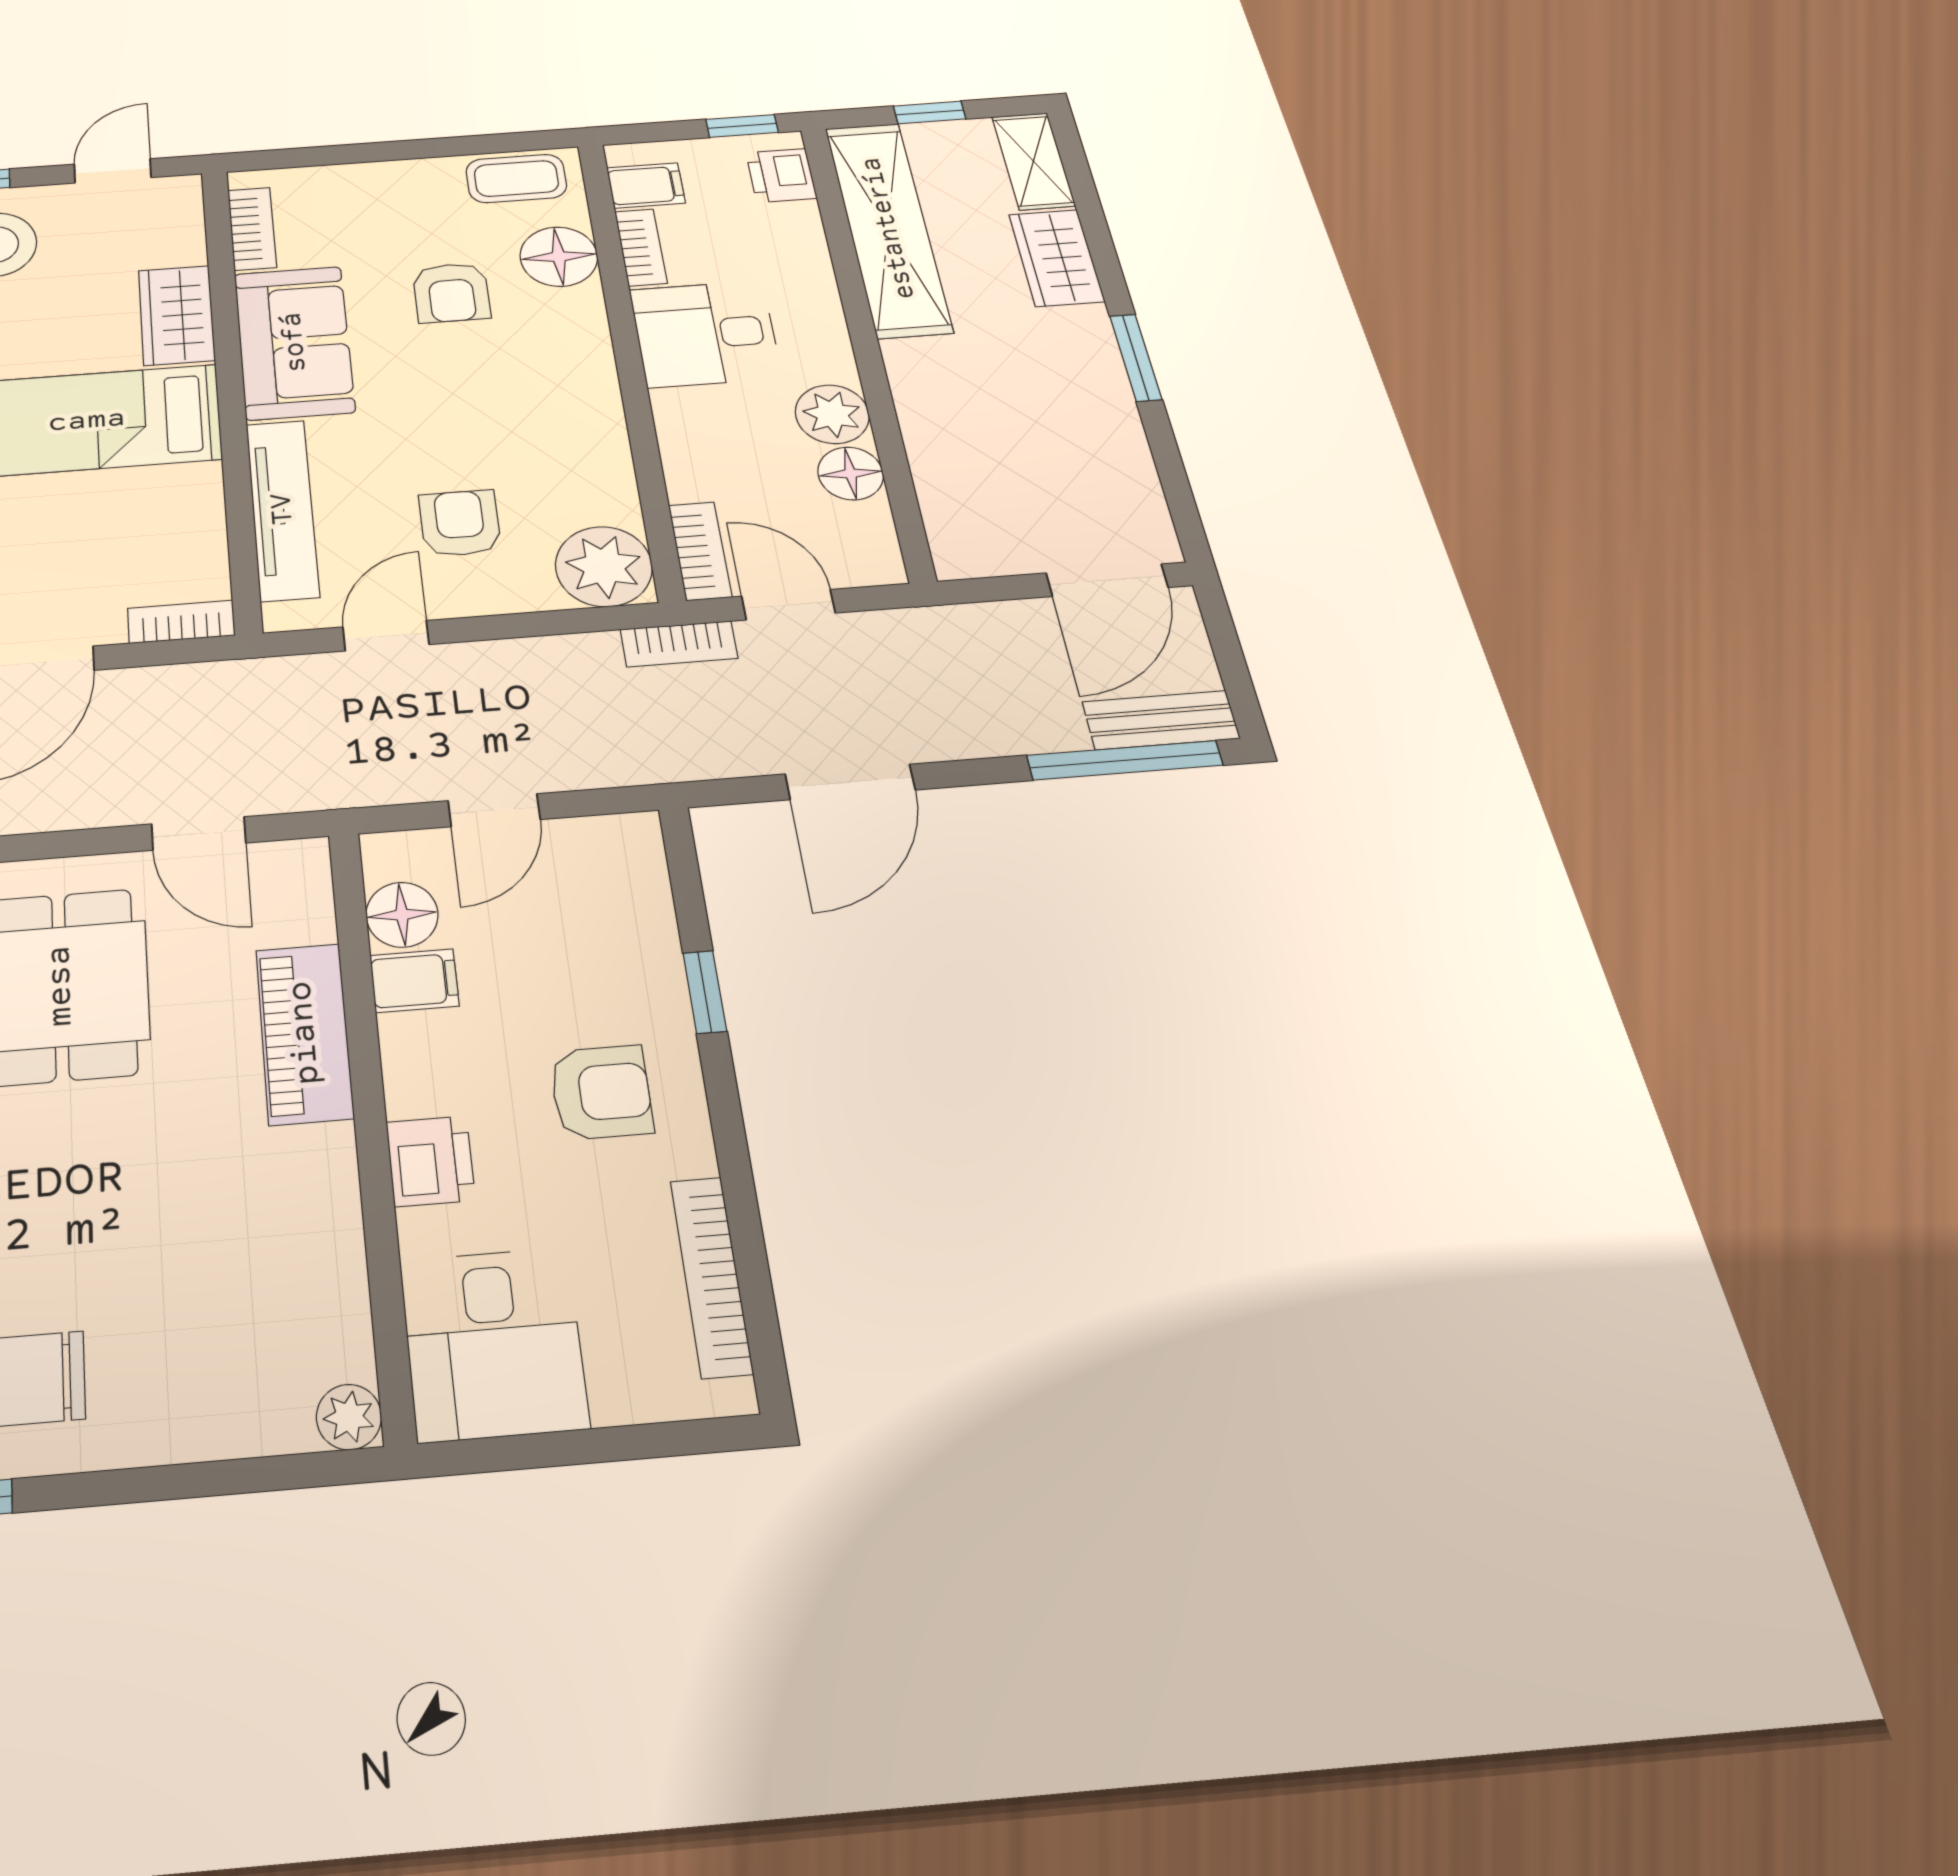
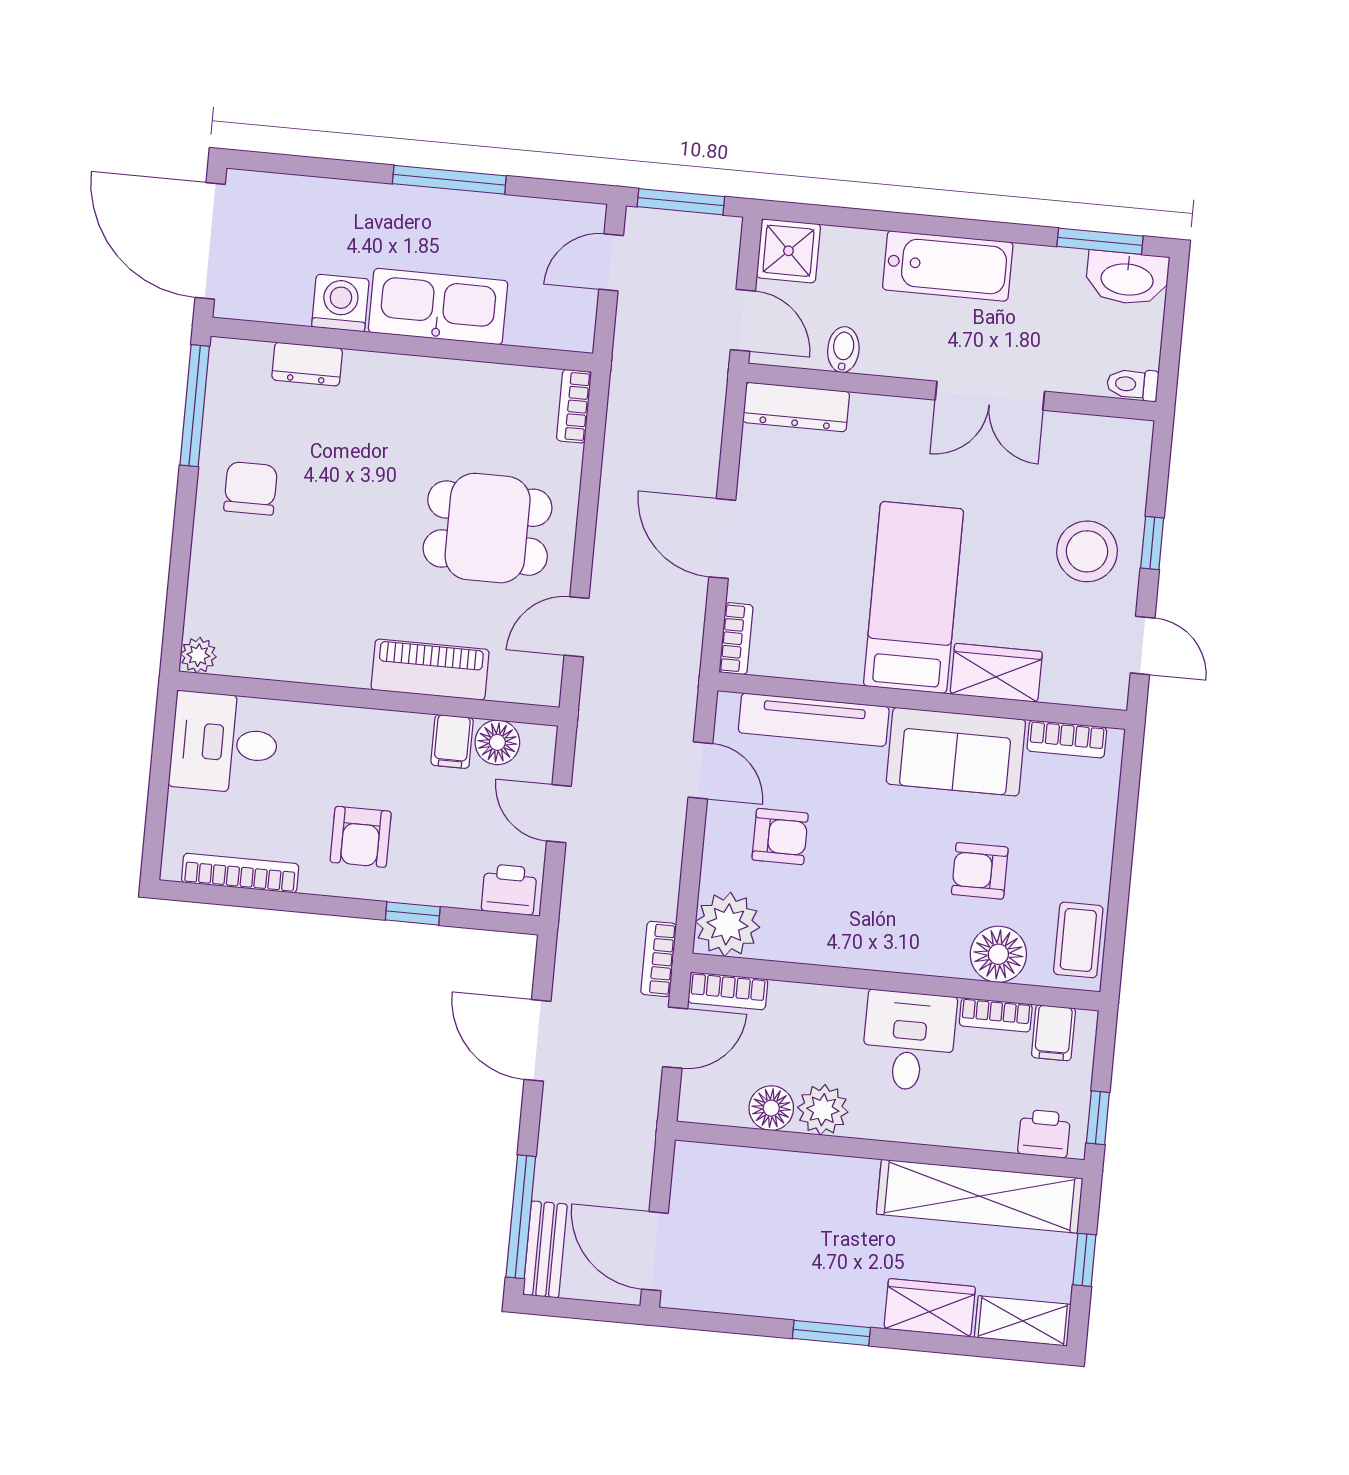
printer: (431, 1161) -> (509, 889), moved, turned 180

